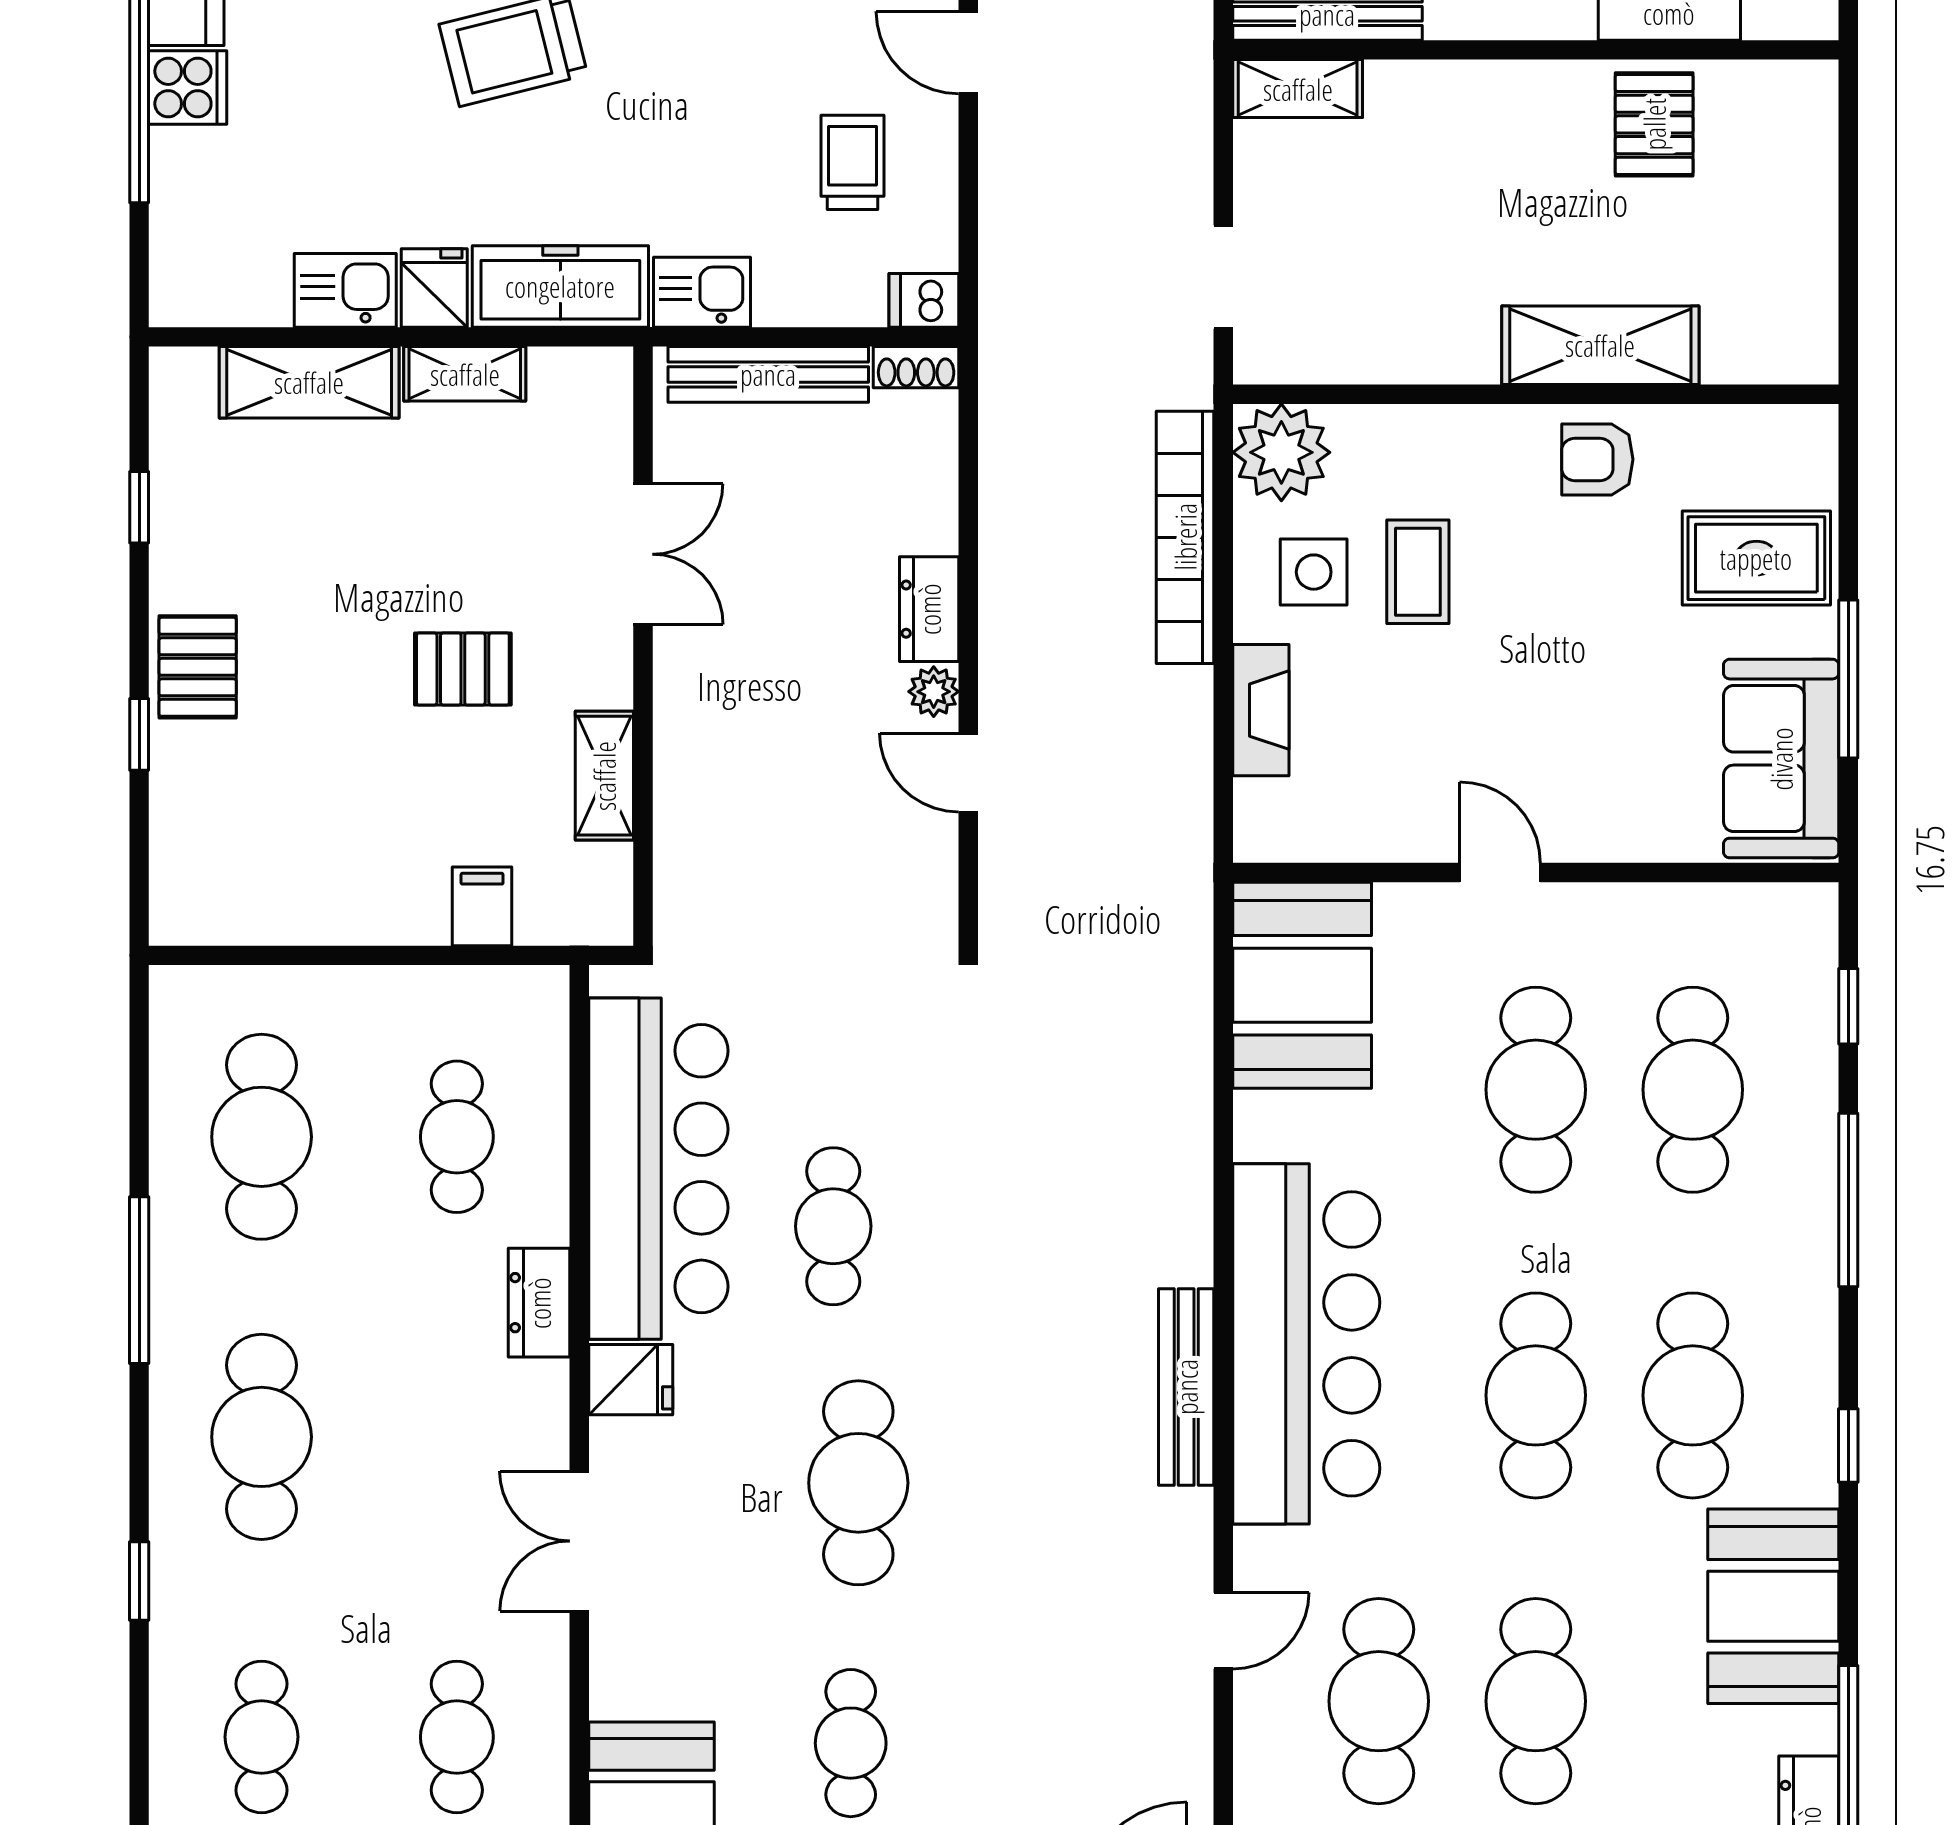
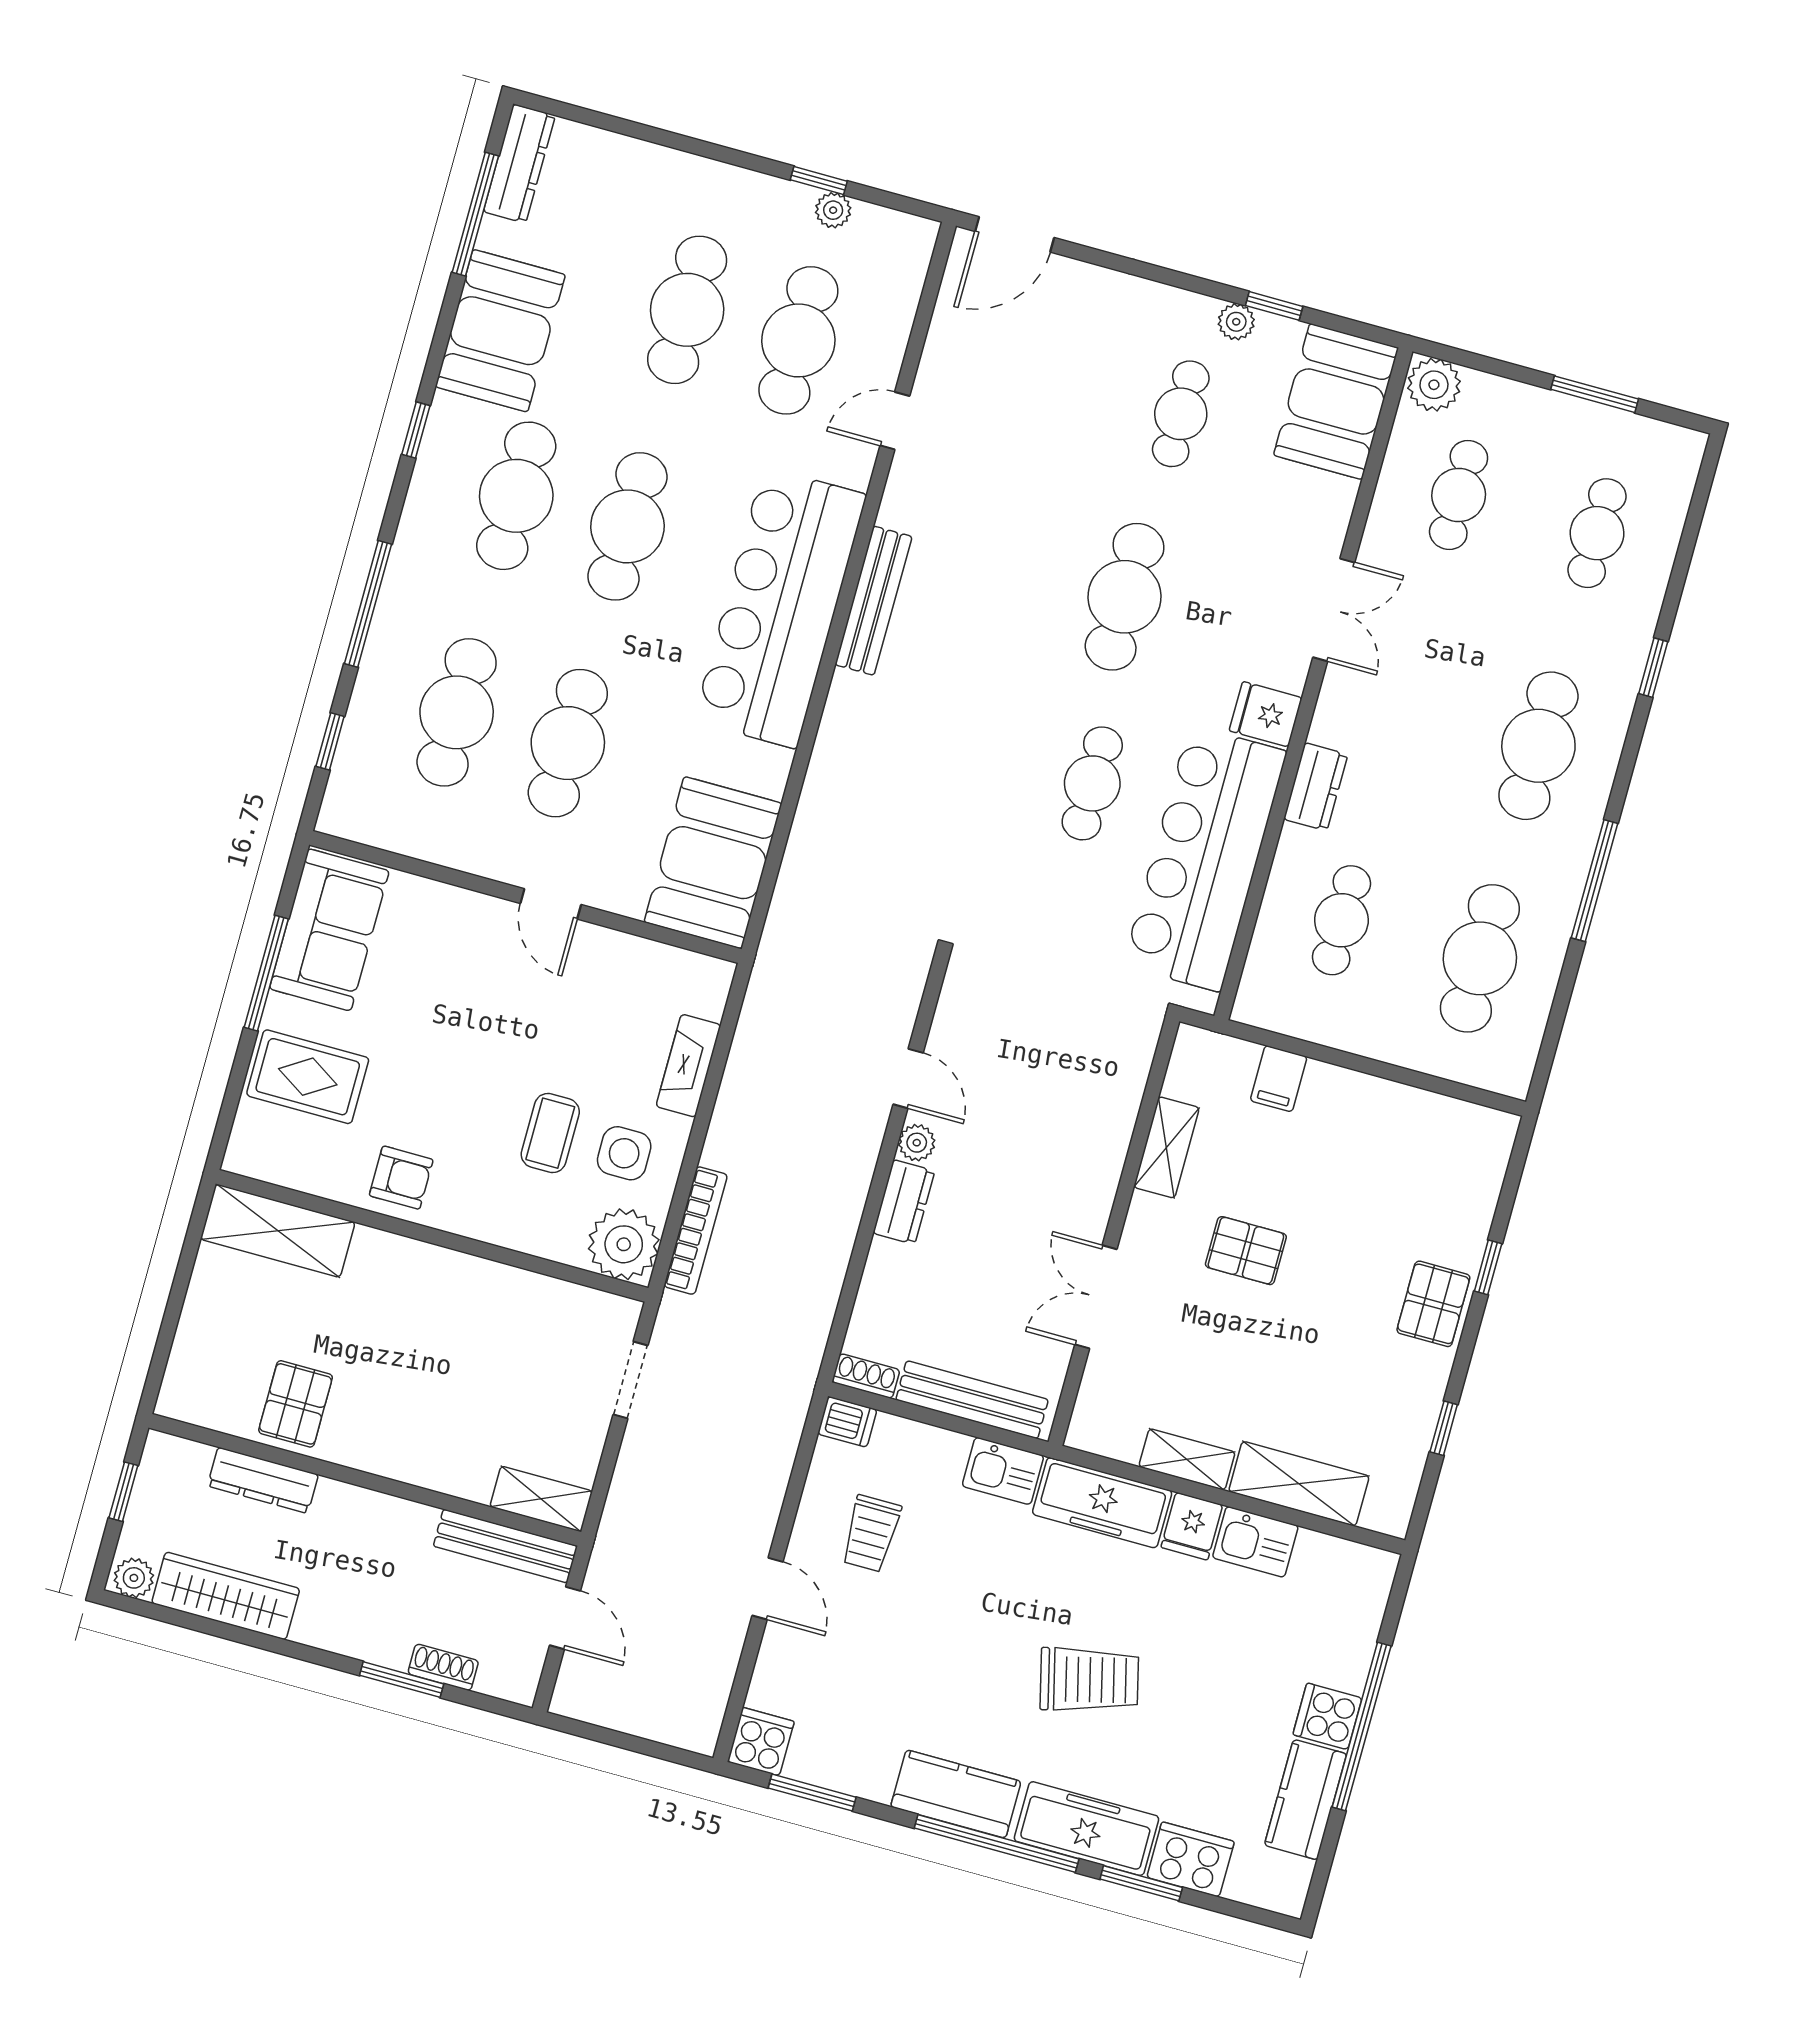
shelving: (1600, 345) -> (278, 1231), moved
bookcase: (1185, 537) -> (696, 1231), width x0.68, depth x0.76

